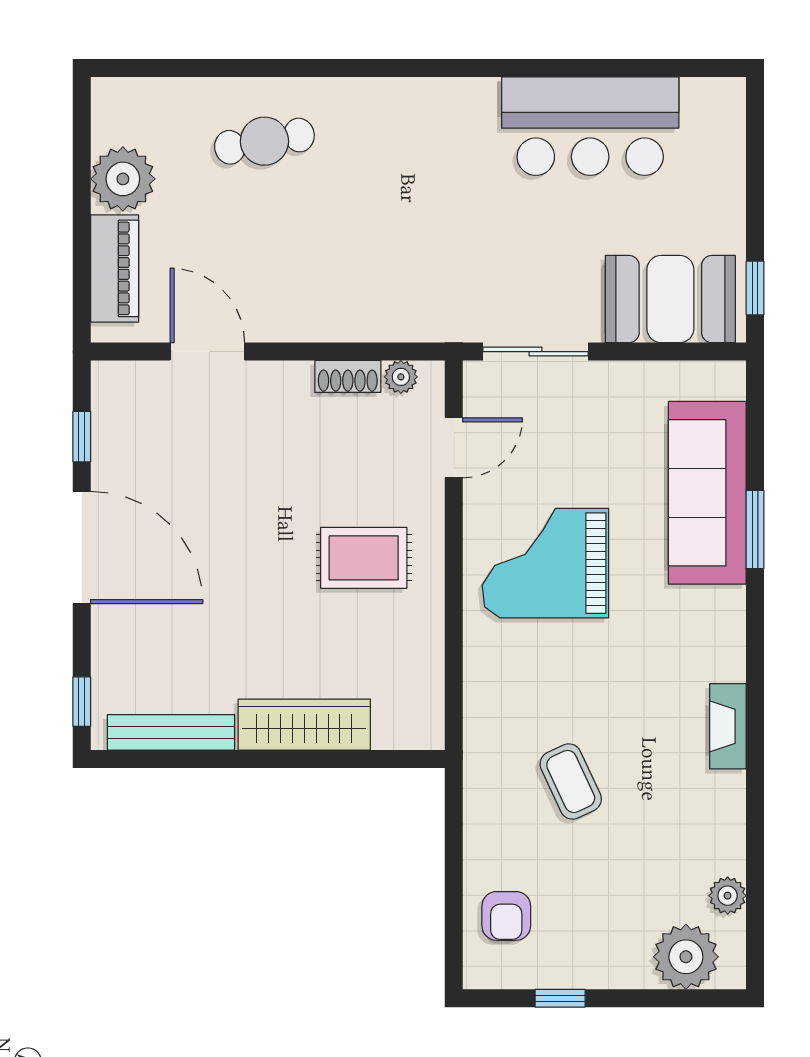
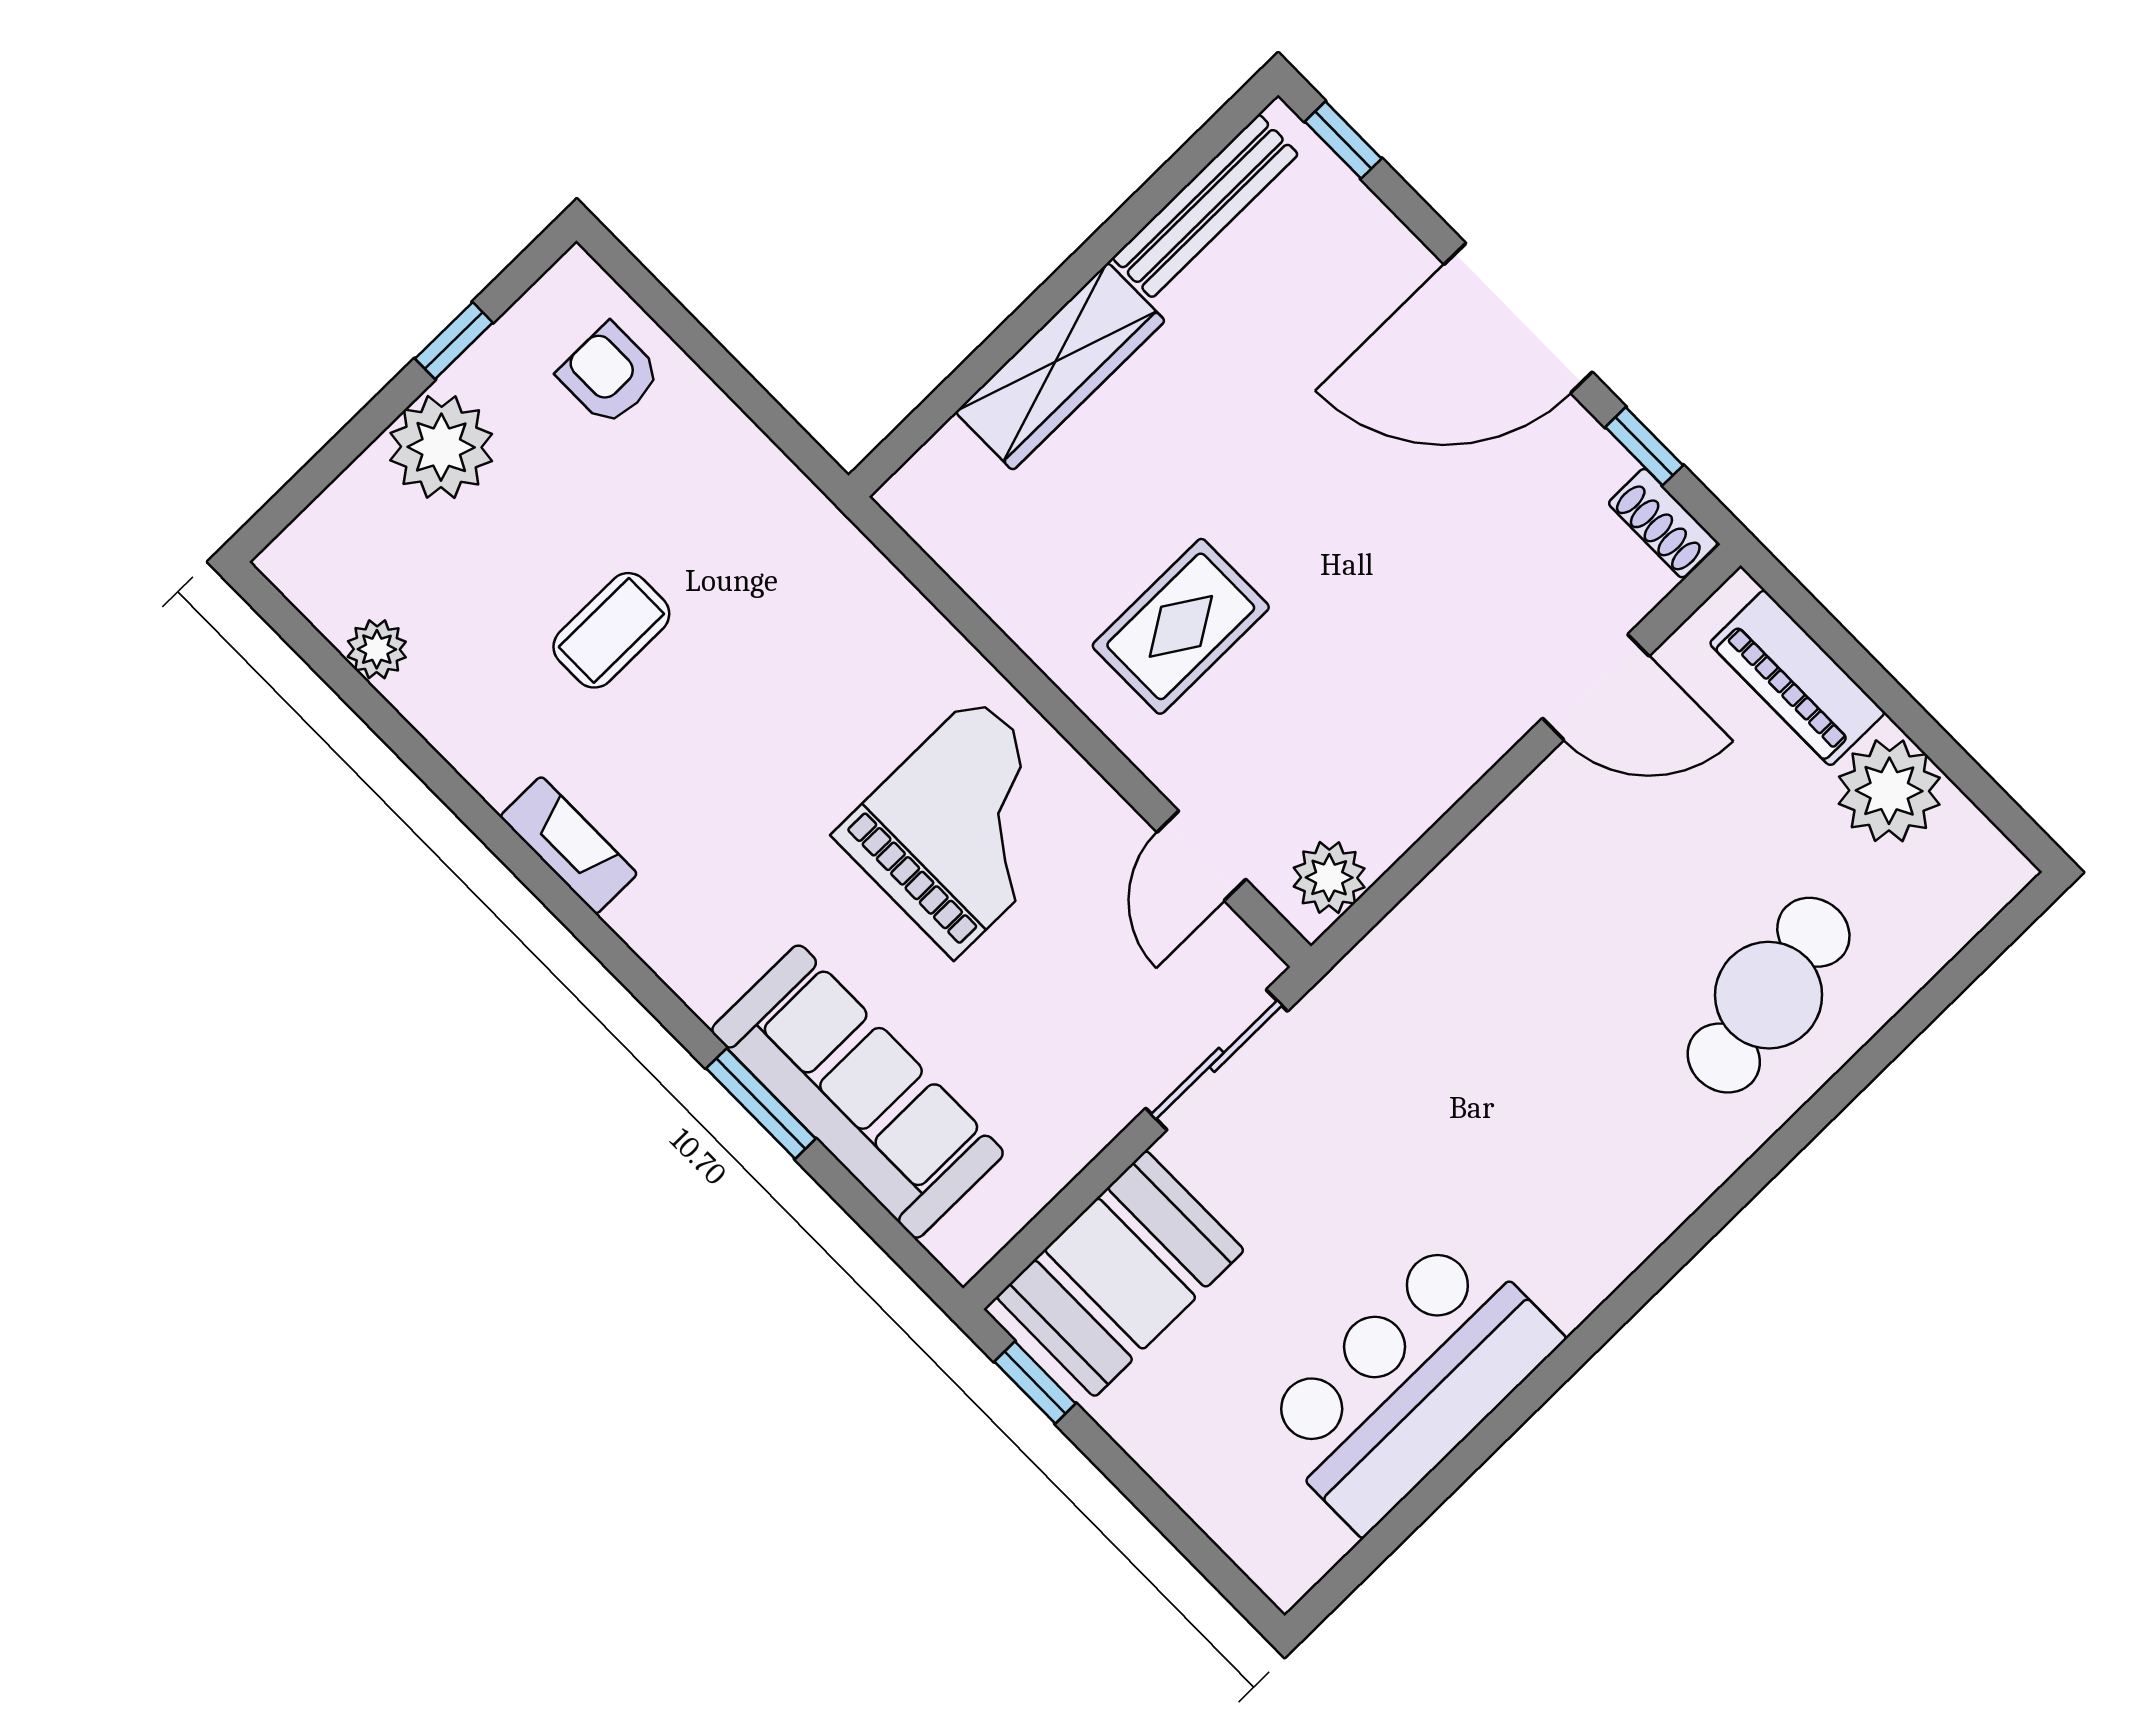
cafe table: (264, 141) -> (1769, 995), width x1.37, depth x1.35
shoe rack: (348, 376) -> (1663, 523), moved, turned -90
plant: (401, 377) -> (1329, 878), width x1.38, depth x1.38
coffee table: (571, 781) -> (611, 630), moved, turned -65
plant: (686, 957) -> (441, 447), moved

